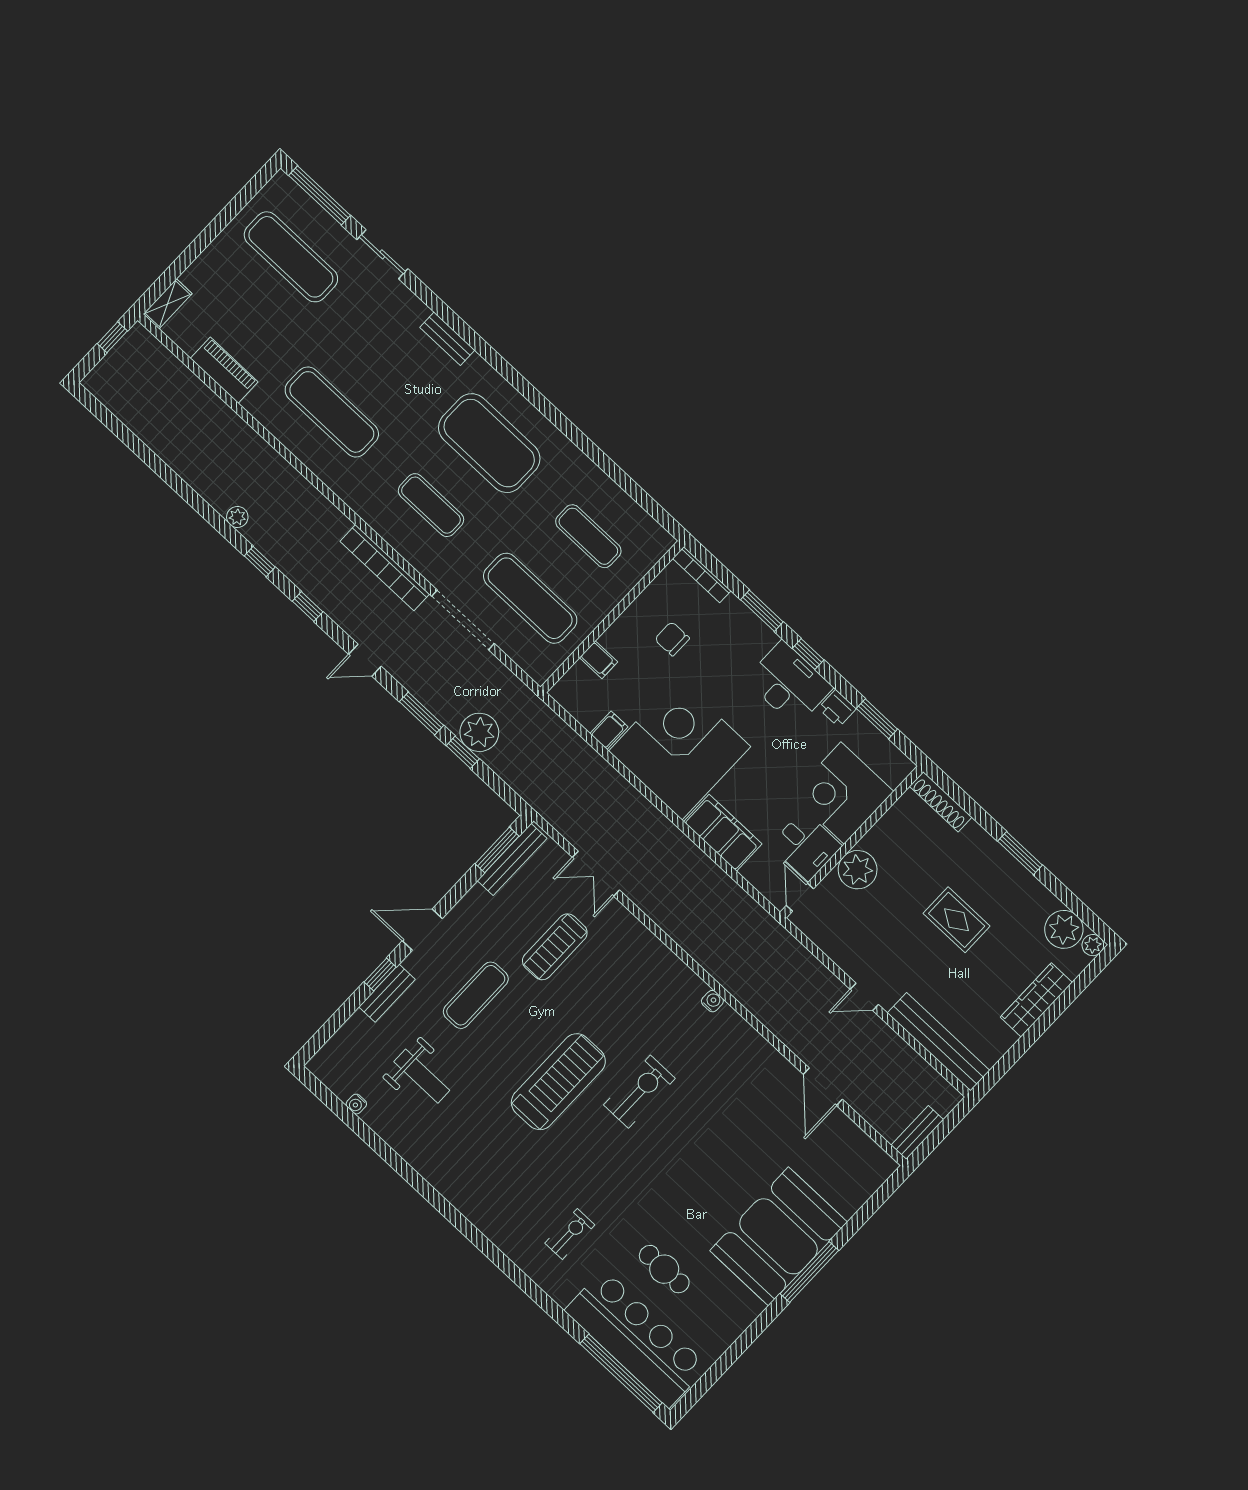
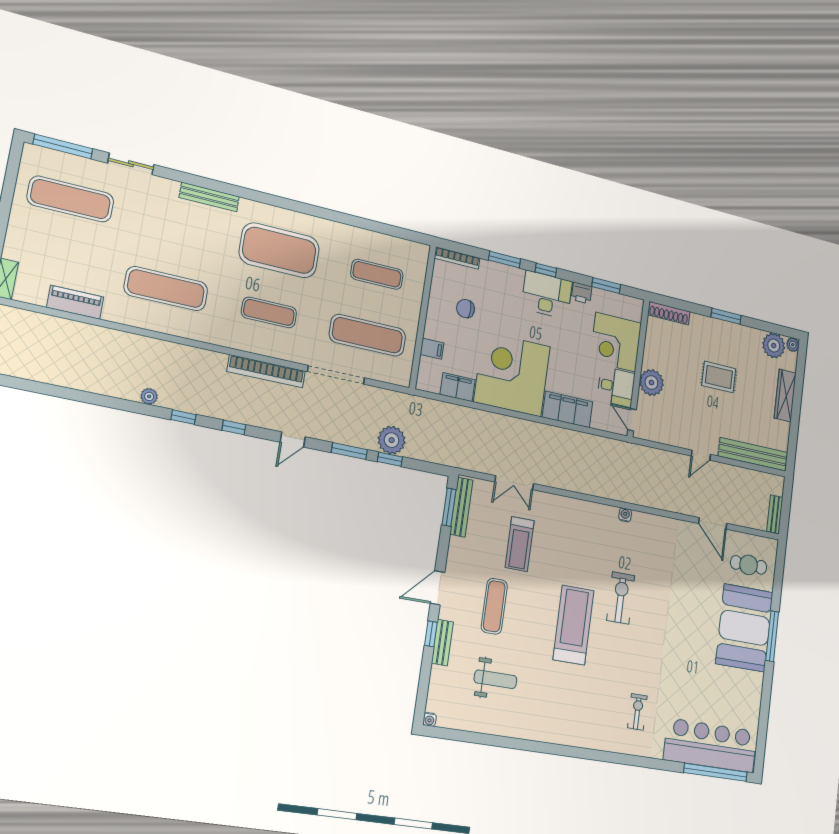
bench: (447, 339) -> (209, 197), width x1.36
filing cabinet: (609, 730) -> (458, 387), width x2.00
water cooler: (356, 1104) -> (430, 719), moved
cafe table: (664, 1269) -> (749, 565), moved

